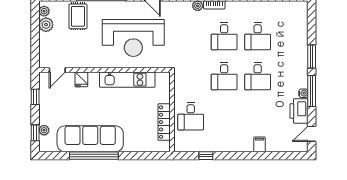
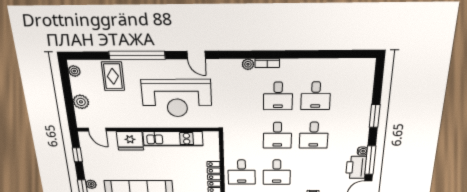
plant: (46, 25) -> (81, 102), moved
door: (57, 70) -> (97, 130), hinge flipped
fridge: (81, 79) -> (130, 141), width x1.88, depth x1.34
window: (312, 91) -> (370, 160), moved
desk: (224, 116) -> (277, 172), added

